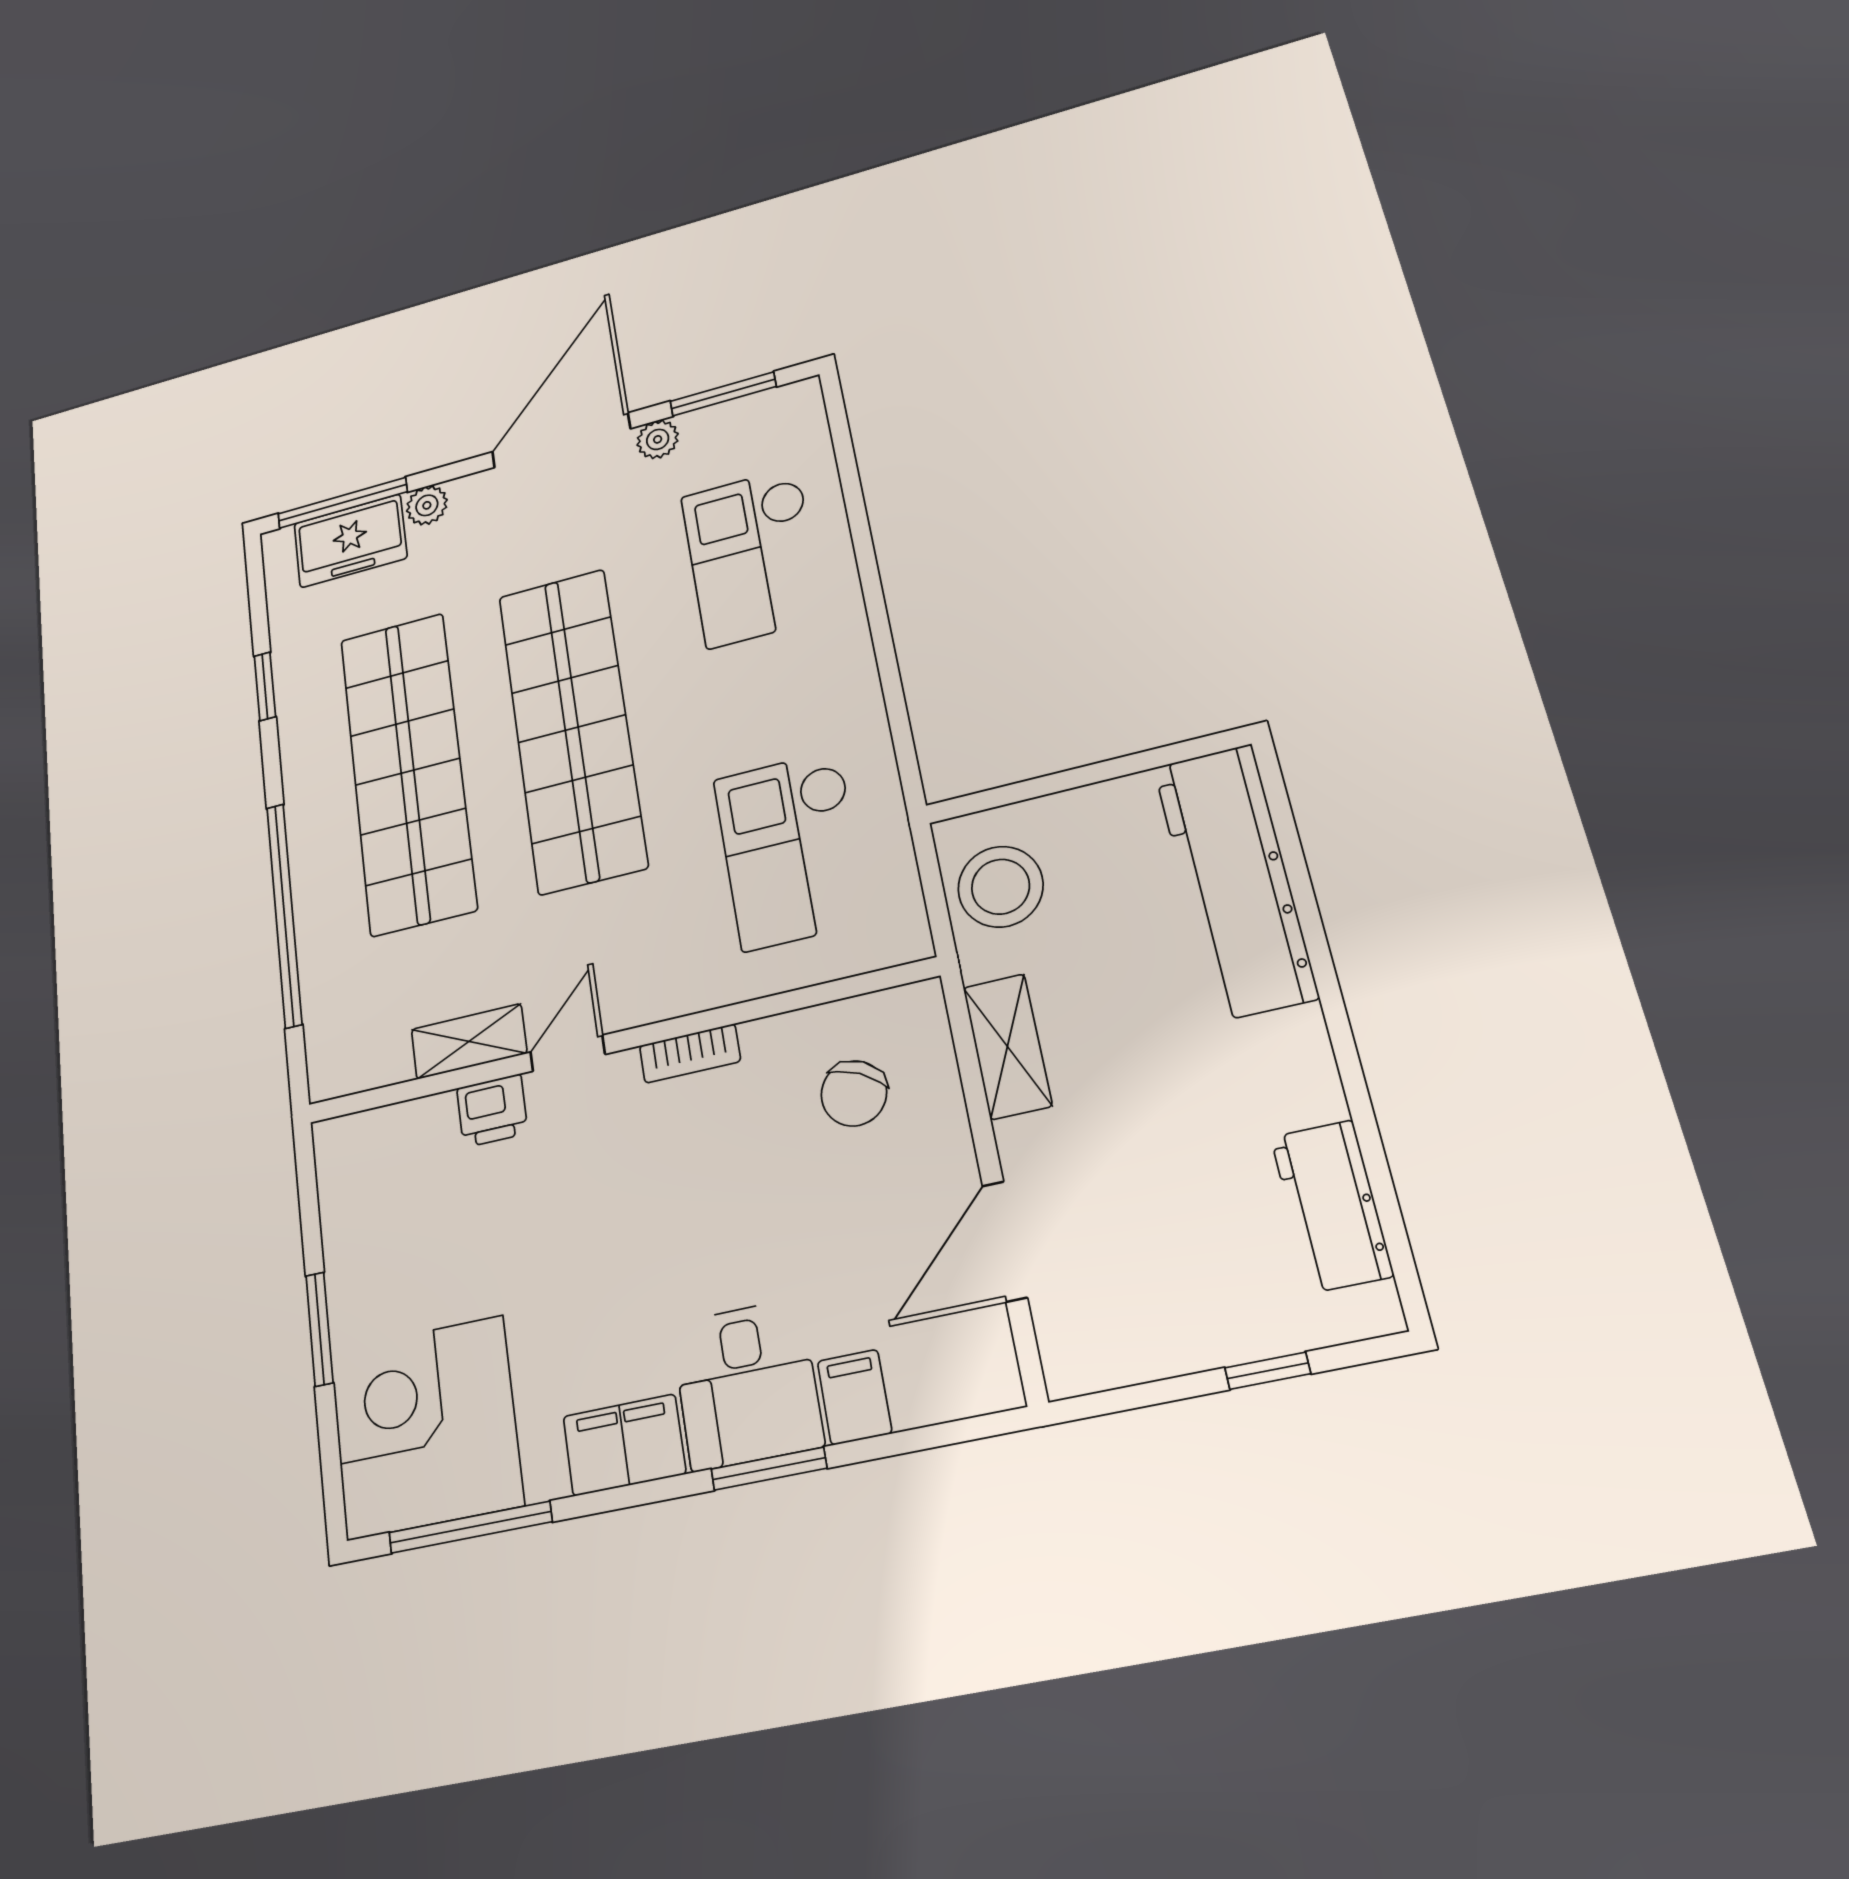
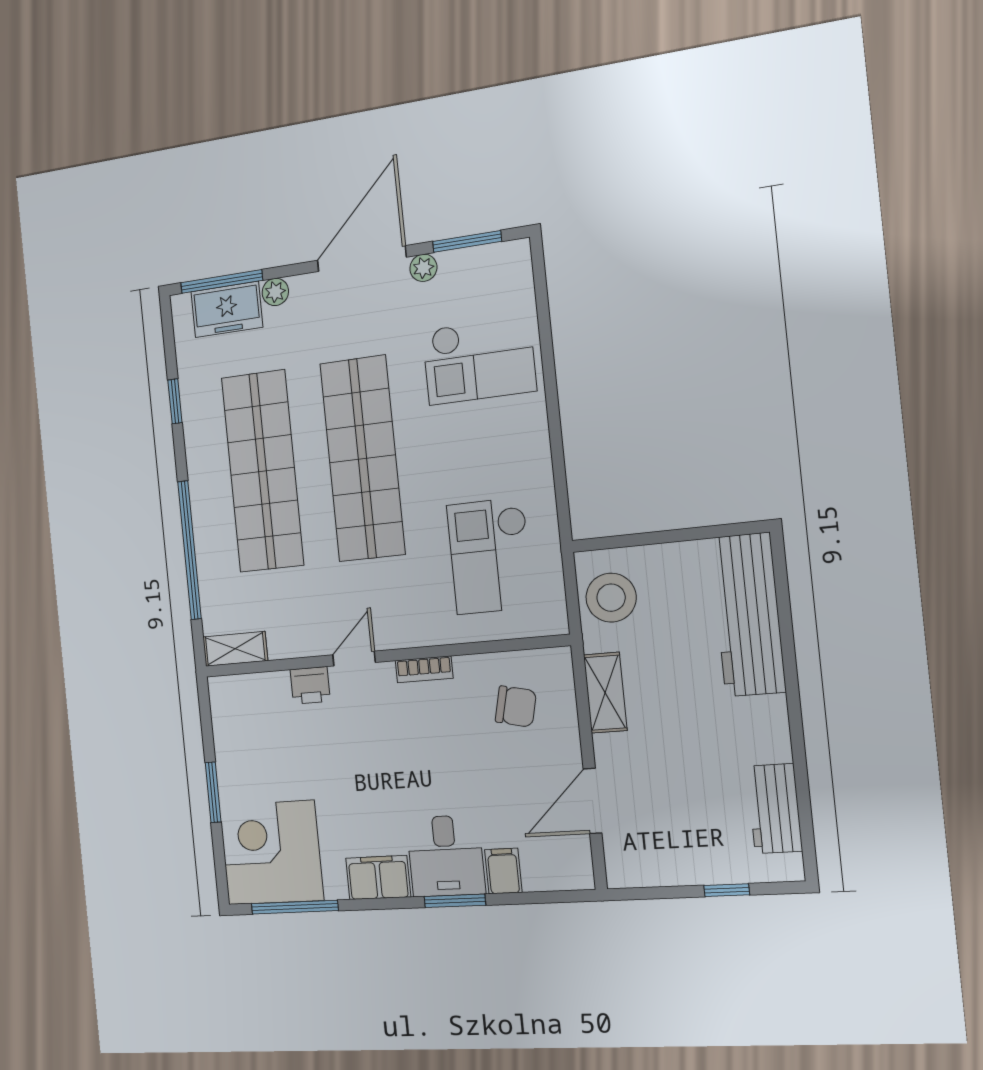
checkout: (753, 557) -> (479, 360), turned -90
shelving: (469, 1041) -> (235, 649), moved
chair: (854, 1093) -> (516, 706), turned -104

